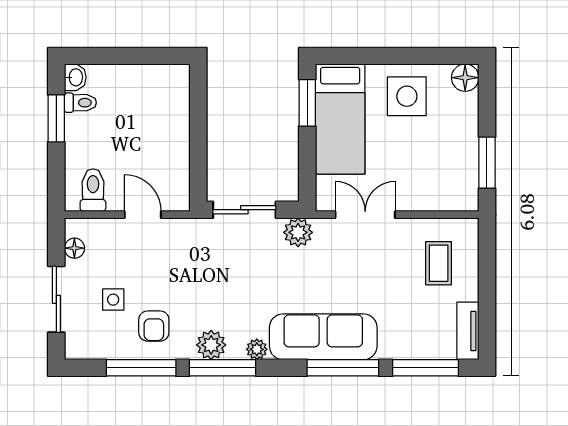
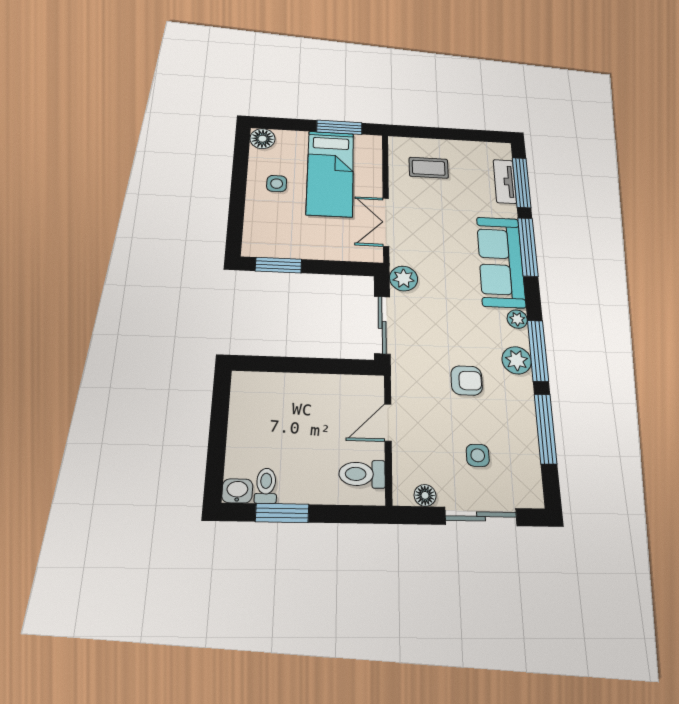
side table: (407, 96) -> (277, 184), width x0.54, depth x0.54
bed: (340, 119) -> (330, 173), moved, turned 90
armchair: (154, 326) -> (467, 381), moved
tv unit: (468, 331) -> (505, 181), moved, turned 90

